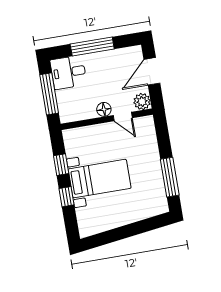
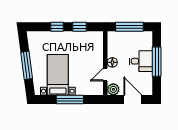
desk: (68, 72) -> (141, 61), moved, turned 90
window: (170, 177) -> (70, 100), moved
bed with nightstands: (100, 179) -> (58, 75), moved, turned 180
window: (129, 231) -> (27, 65), added

